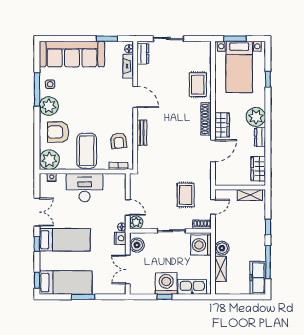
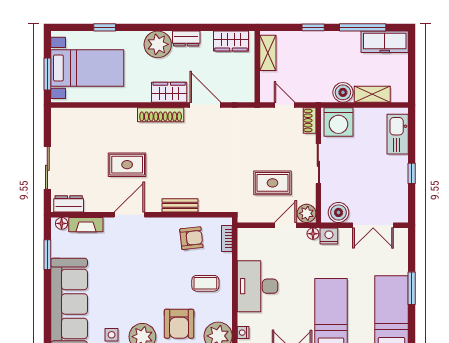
rug: (198, 85) -> (127, 165), moved
coffee table: (87, 151) -> (205, 283), width x0.54, depth x0.58
rug: (186, 195) -> (272, 183), moved
washing machine: (166, 284) -> (393, 171), removed

